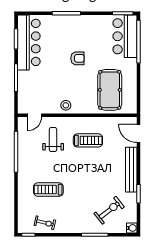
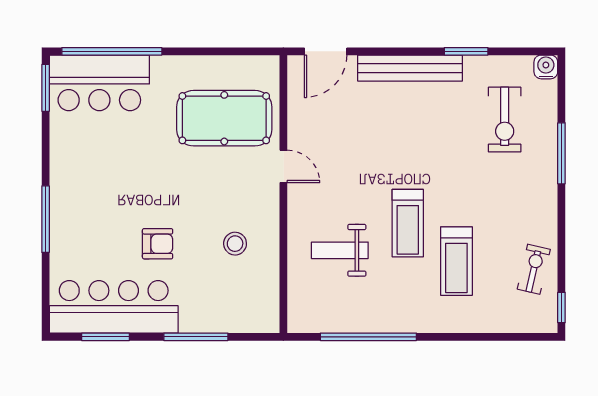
armchair: (77, 58) -> (158, 244), moved, turned 90
stool: (66, 105) -> (235, 244), moved
door: (34, 115) -> (283, 166), moved
treadmill: (88, 140) -> (408, 223), moved, turned 180
exercise bike: (109, 210) -> (505, 120), turned -142

